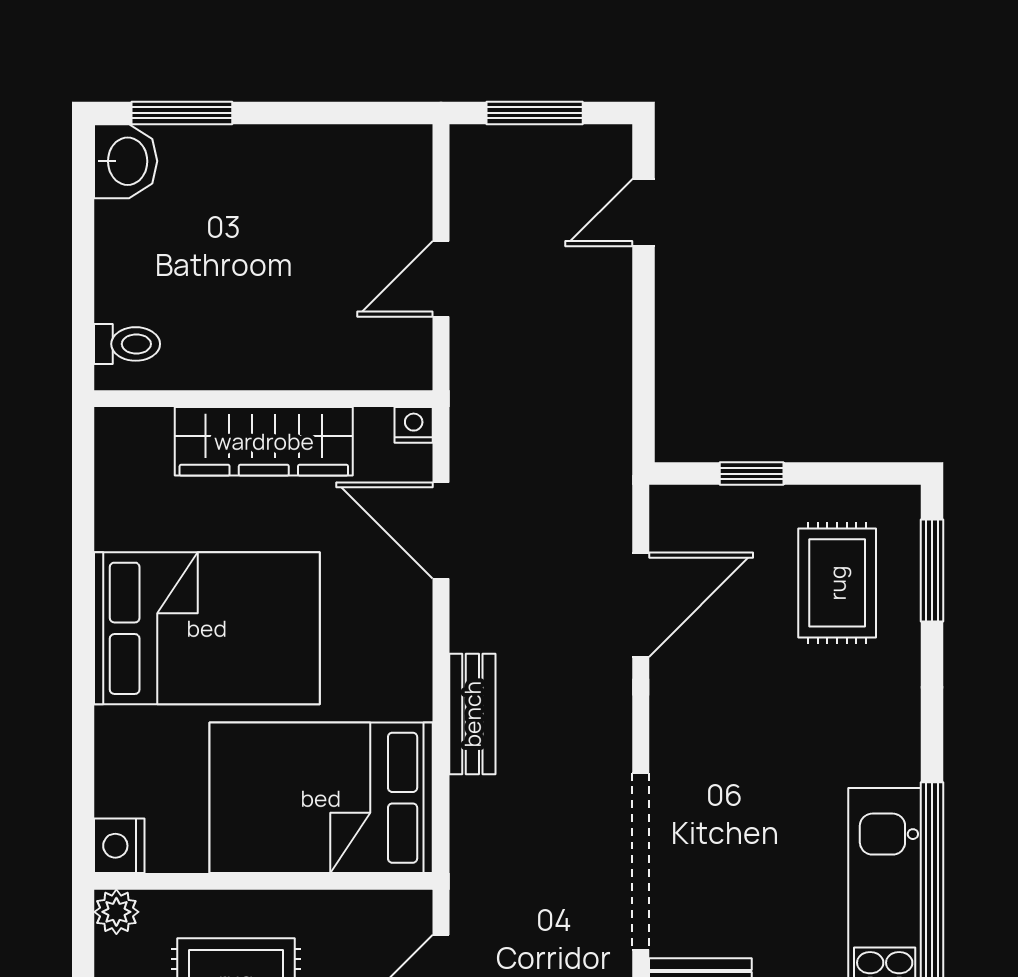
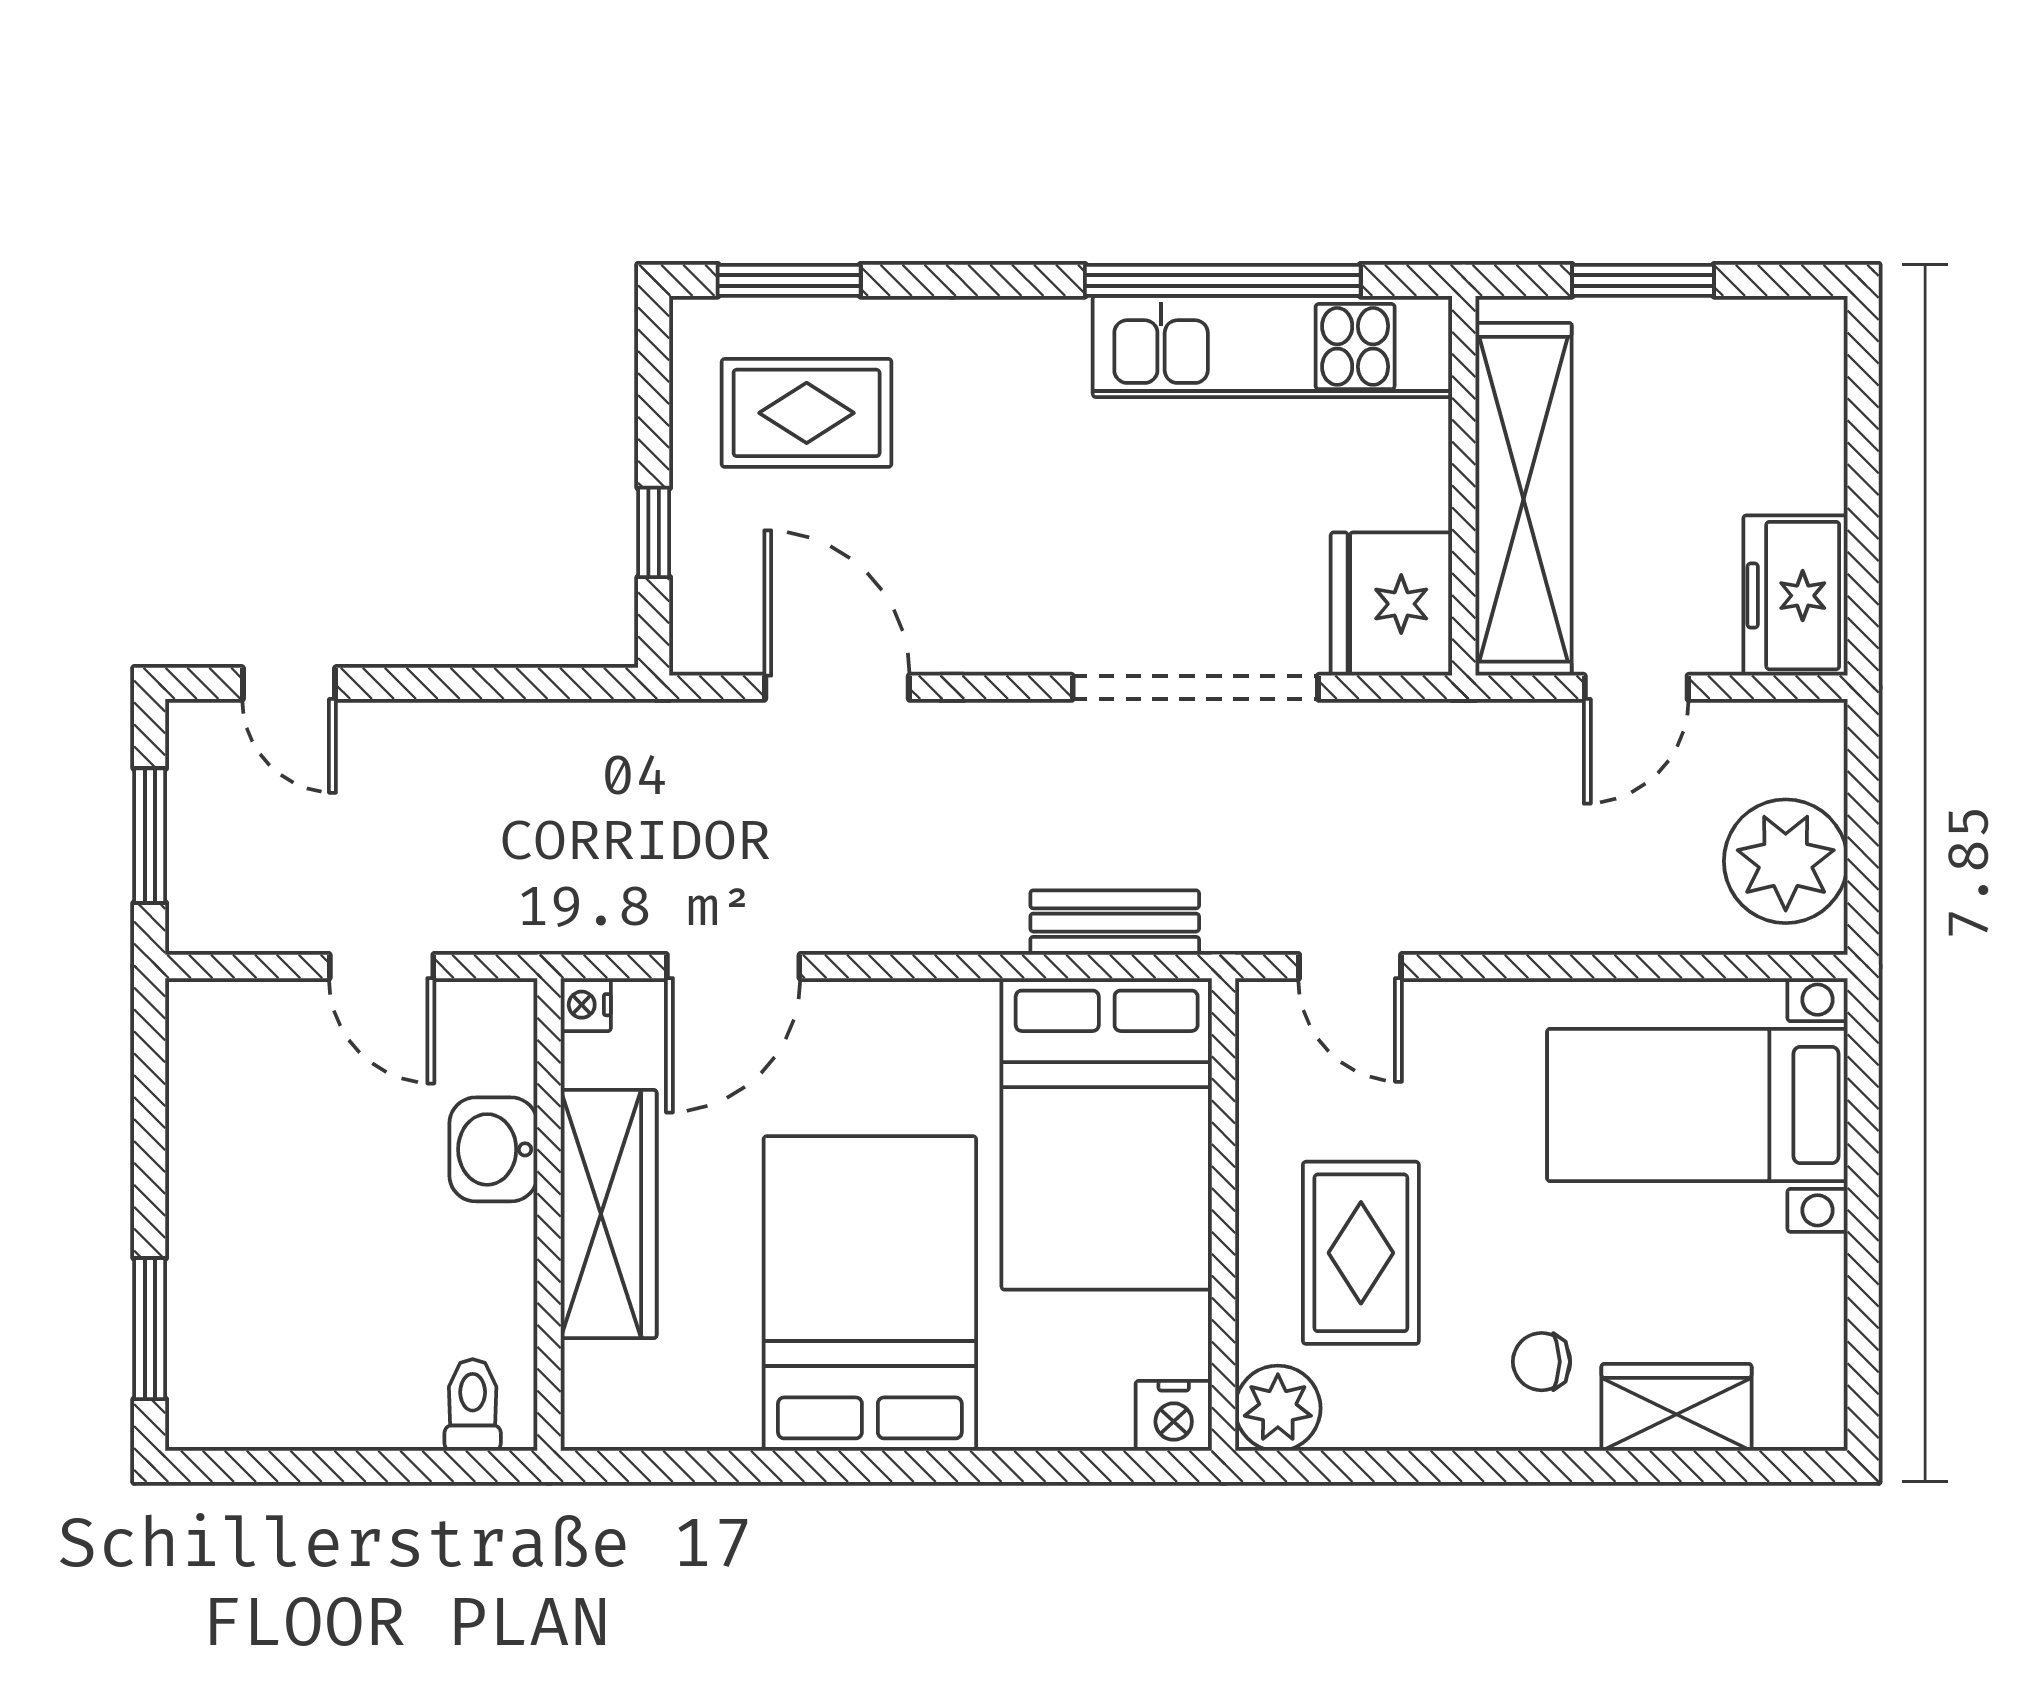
washbasin: (126, 161) -> (493, 1149), moved, turned -90
bench: (472, 714) -> (1115, 923), moved
plant: (116, 912) -> (1278, 1408), width x1.38, depth x1.38

